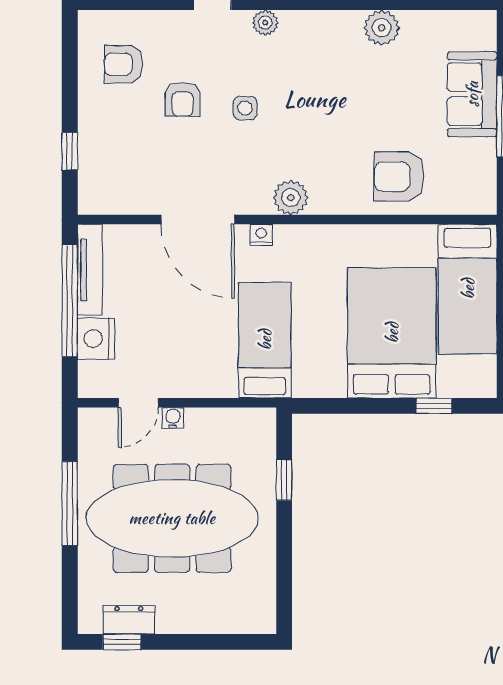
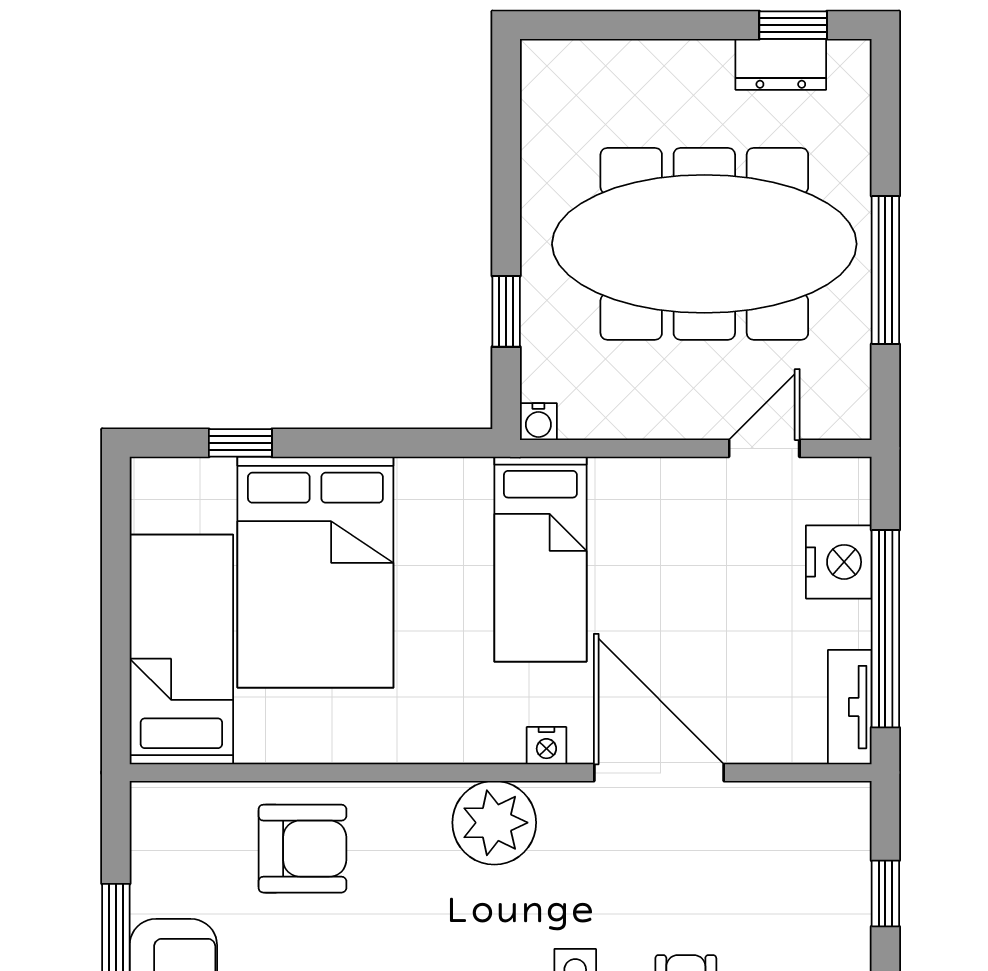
plant: (291, 198) -> (494, 823), width x1.36, depth x1.36
tv unit: (90, 270) -> (850, 707), width x0.71
water cooler: (173, 418) -> (538, 422), moved

